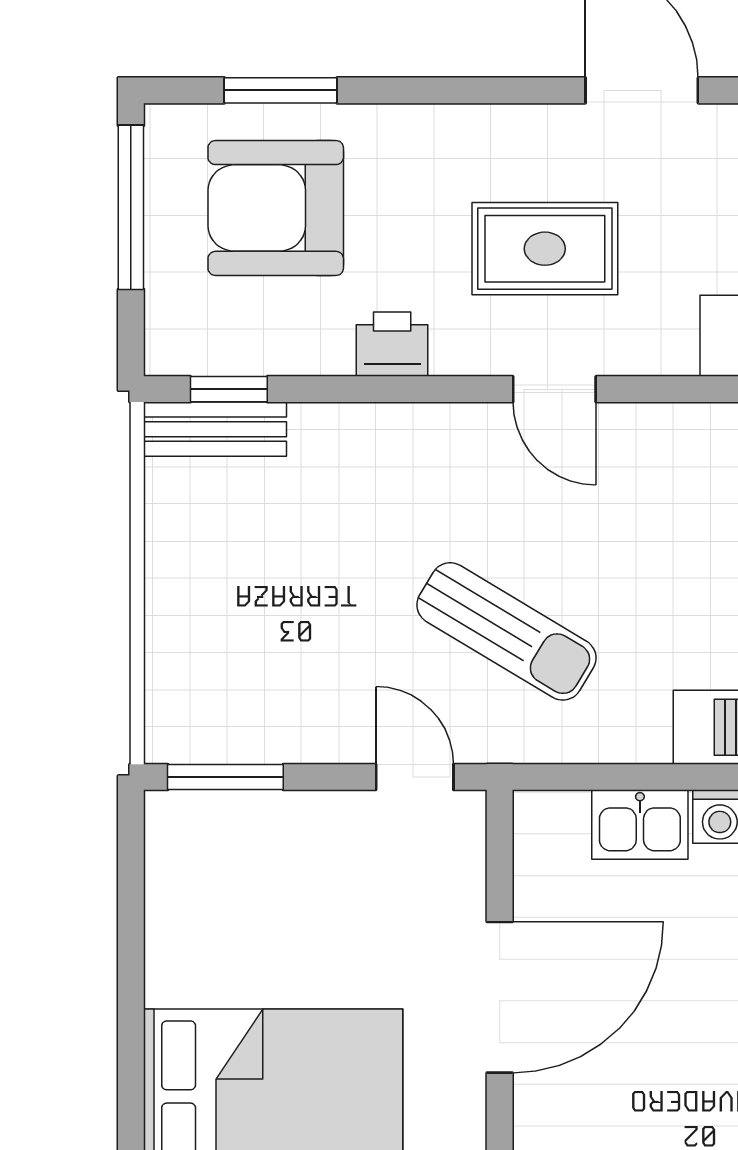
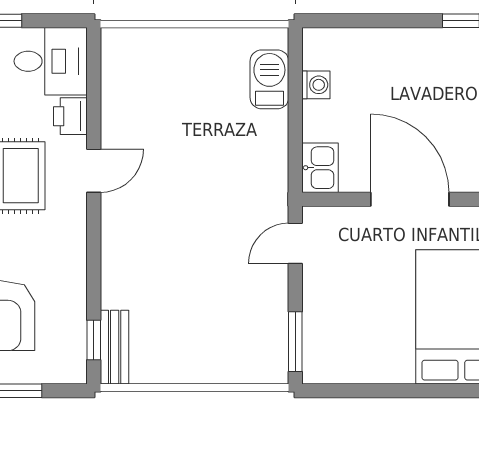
printer: (392, 344) -> (70, 116), moved
sun lounger: (506, 631) -> (220, 196), removed
kitchen sink: (640, 824) -> (320, 168), moved

